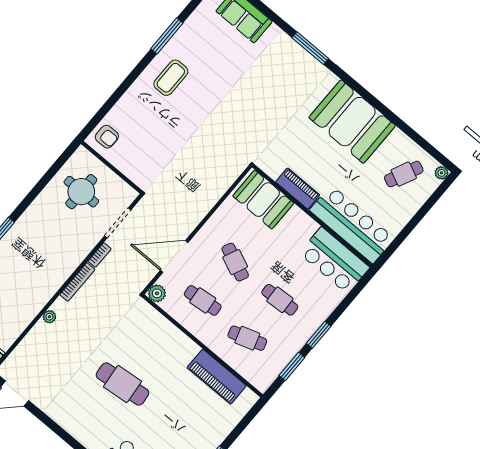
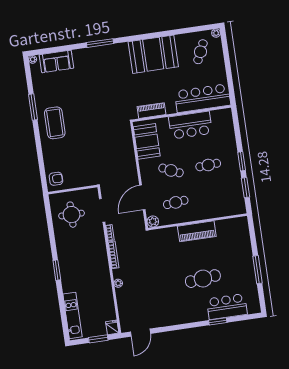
coffee table: (171, 78) -> (55, 123), width x1.36, depth x1.32
piano: (298, 189) -> (151, 111), moved
booth: (263, 200) -> (147, 141), moved, turned 90
bar counter: (334, 260) -> (191, 125), moved
cafe table: (247, 338) -> (213, 197), removed
piano: (217, 377) -> (197, 231), moved
cafe table: (122, 384) -> (203, 279), moved

